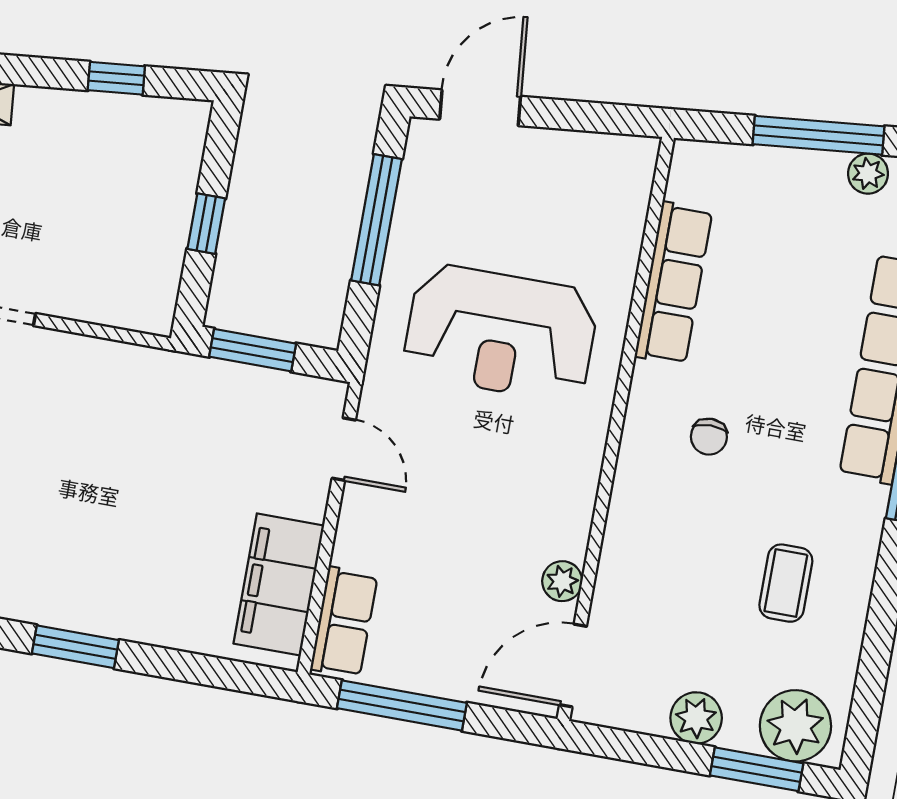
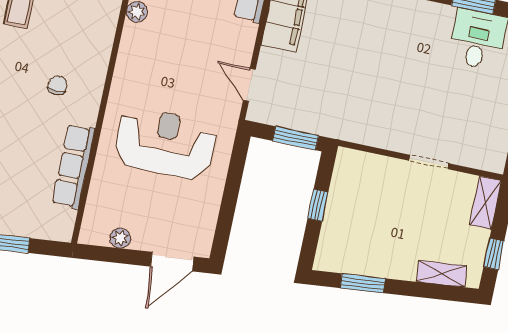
window: (116, 78) -> (363, 283), width x1.50
plant: (580, 150) -> (120, 238), added
window: (376, 220) -> (228, 205), removed

